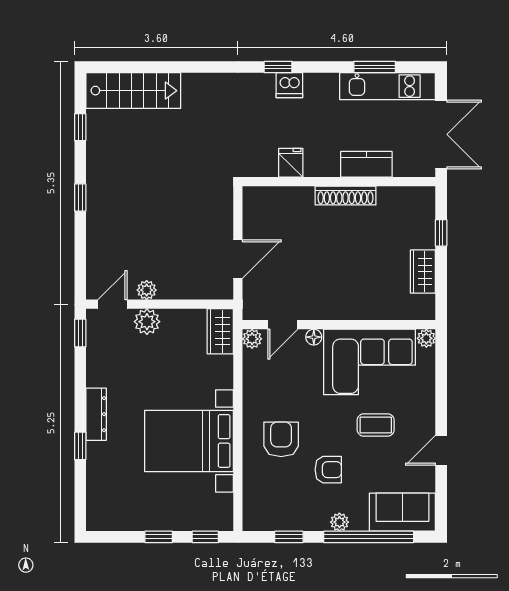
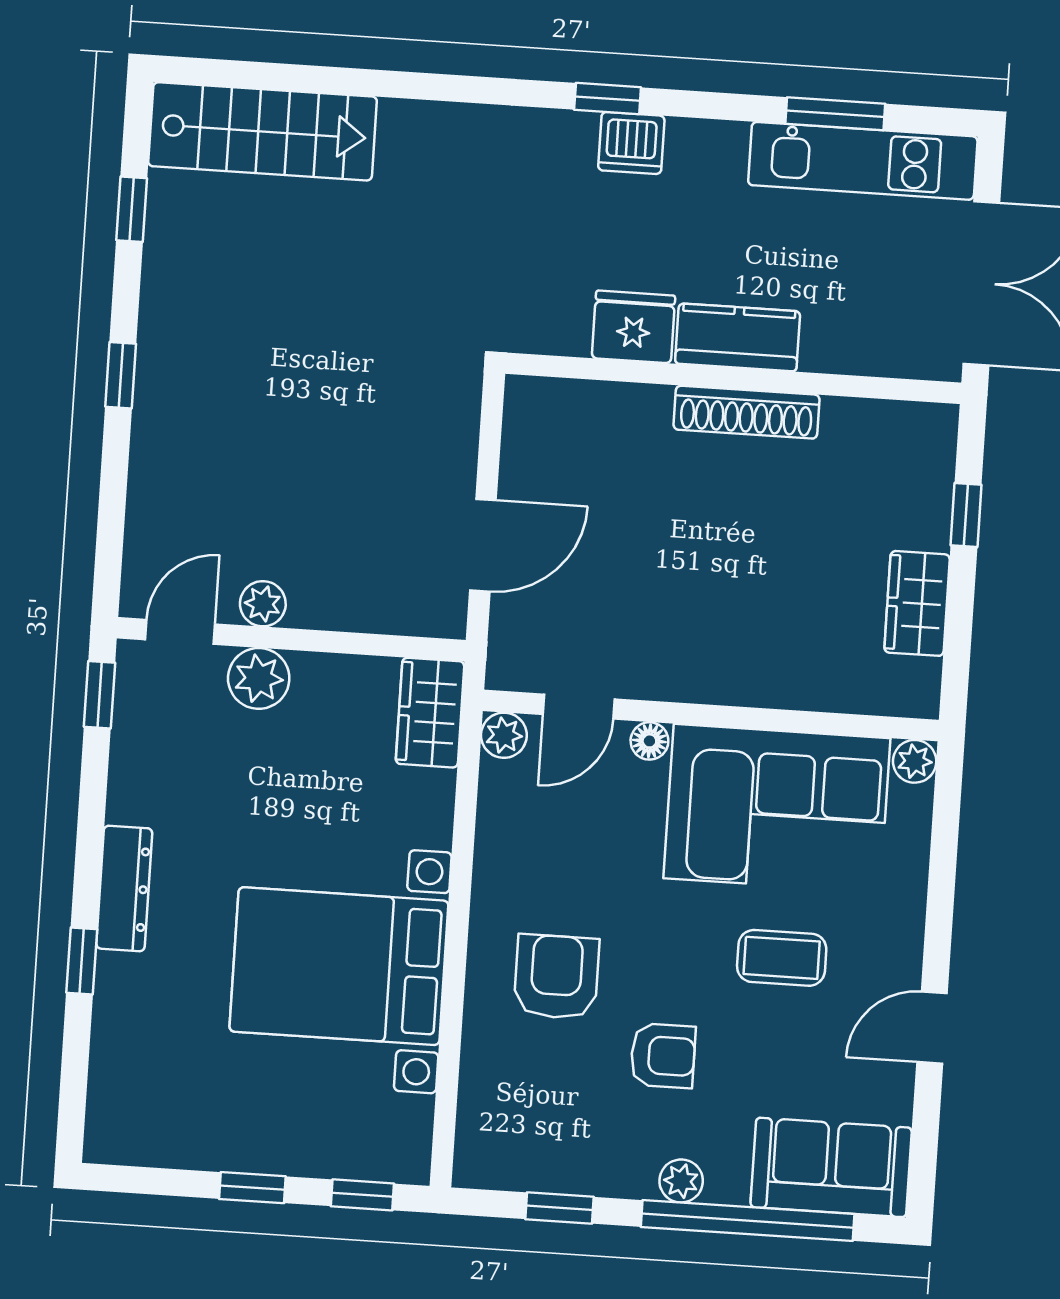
fridge: (291, 163) -> (634, 327), width x1.38
kitchen counter: (366, 164) -> (738, 337), moved

